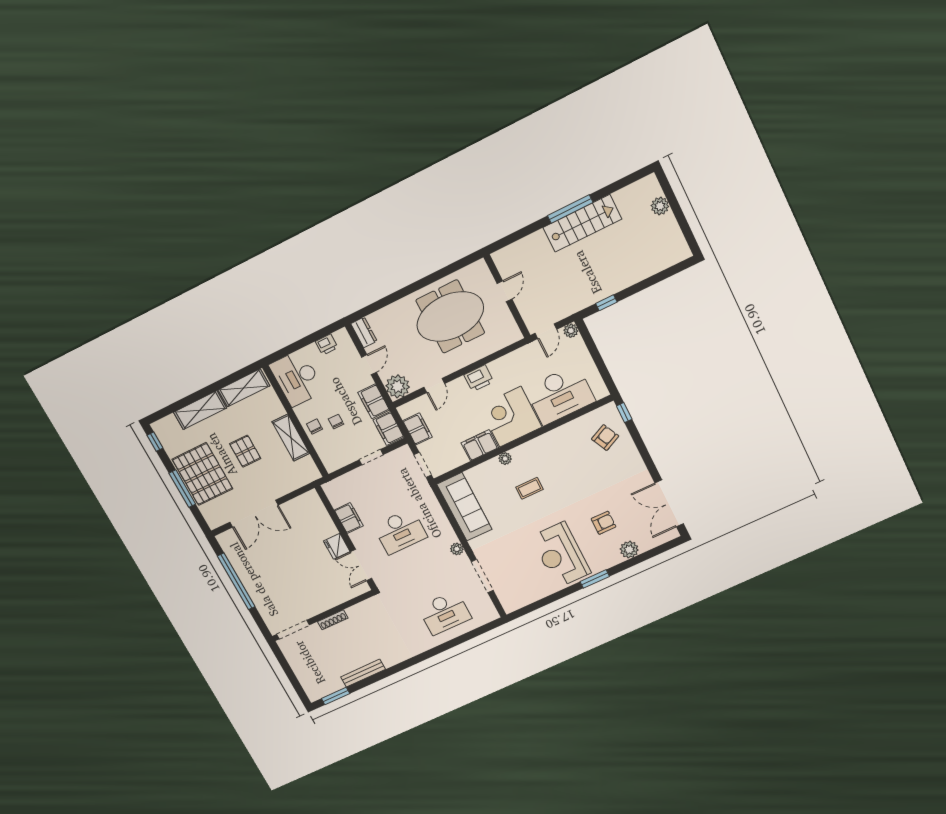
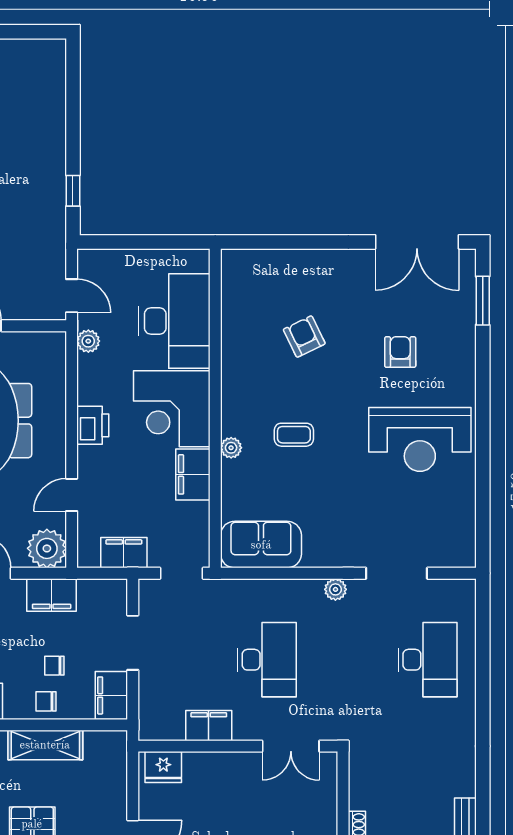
plant: (571, 331) -> (88, 341), moved
door: (434, 385) -> (72, 495), swing flipped
window: (624, 413) -> (246, 242), removed
filing cabinet: (388, 429) -> (111, 695), moved, turned 90
armchair: (605, 438) -> (304, 337), moved
doorway: (371, 457) -> (133, 643), width x1.38
coffee table: (529, 488) -> (294, 435), turned 90
sofa: (464, 507) -> (261, 545), width x0.73
fridge: (337, 546) -> (163, 767), moved
plant: (629, 550) -> (461, 334), removed
window: (595, 579) -> (483, 301), moved

